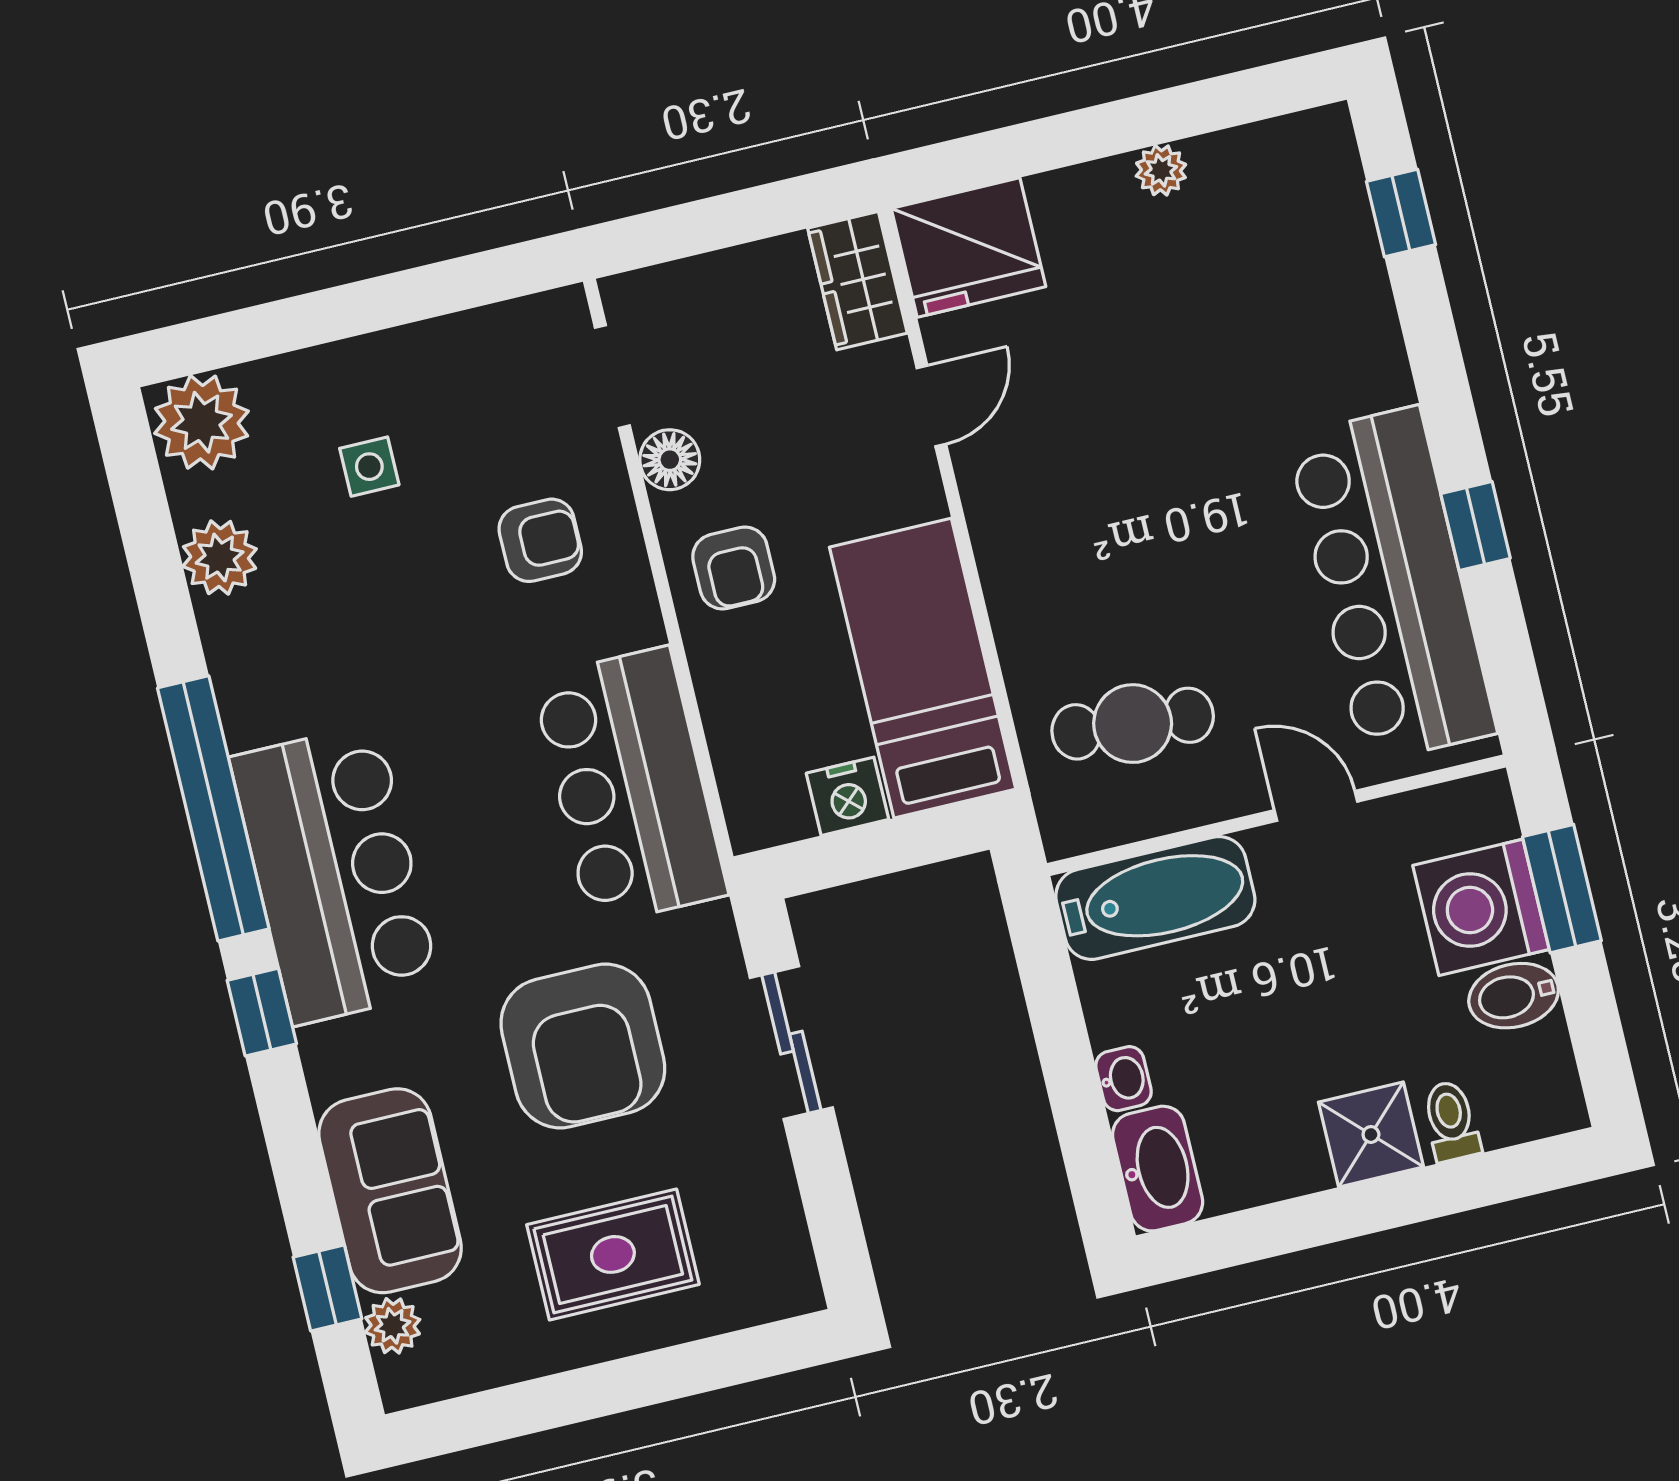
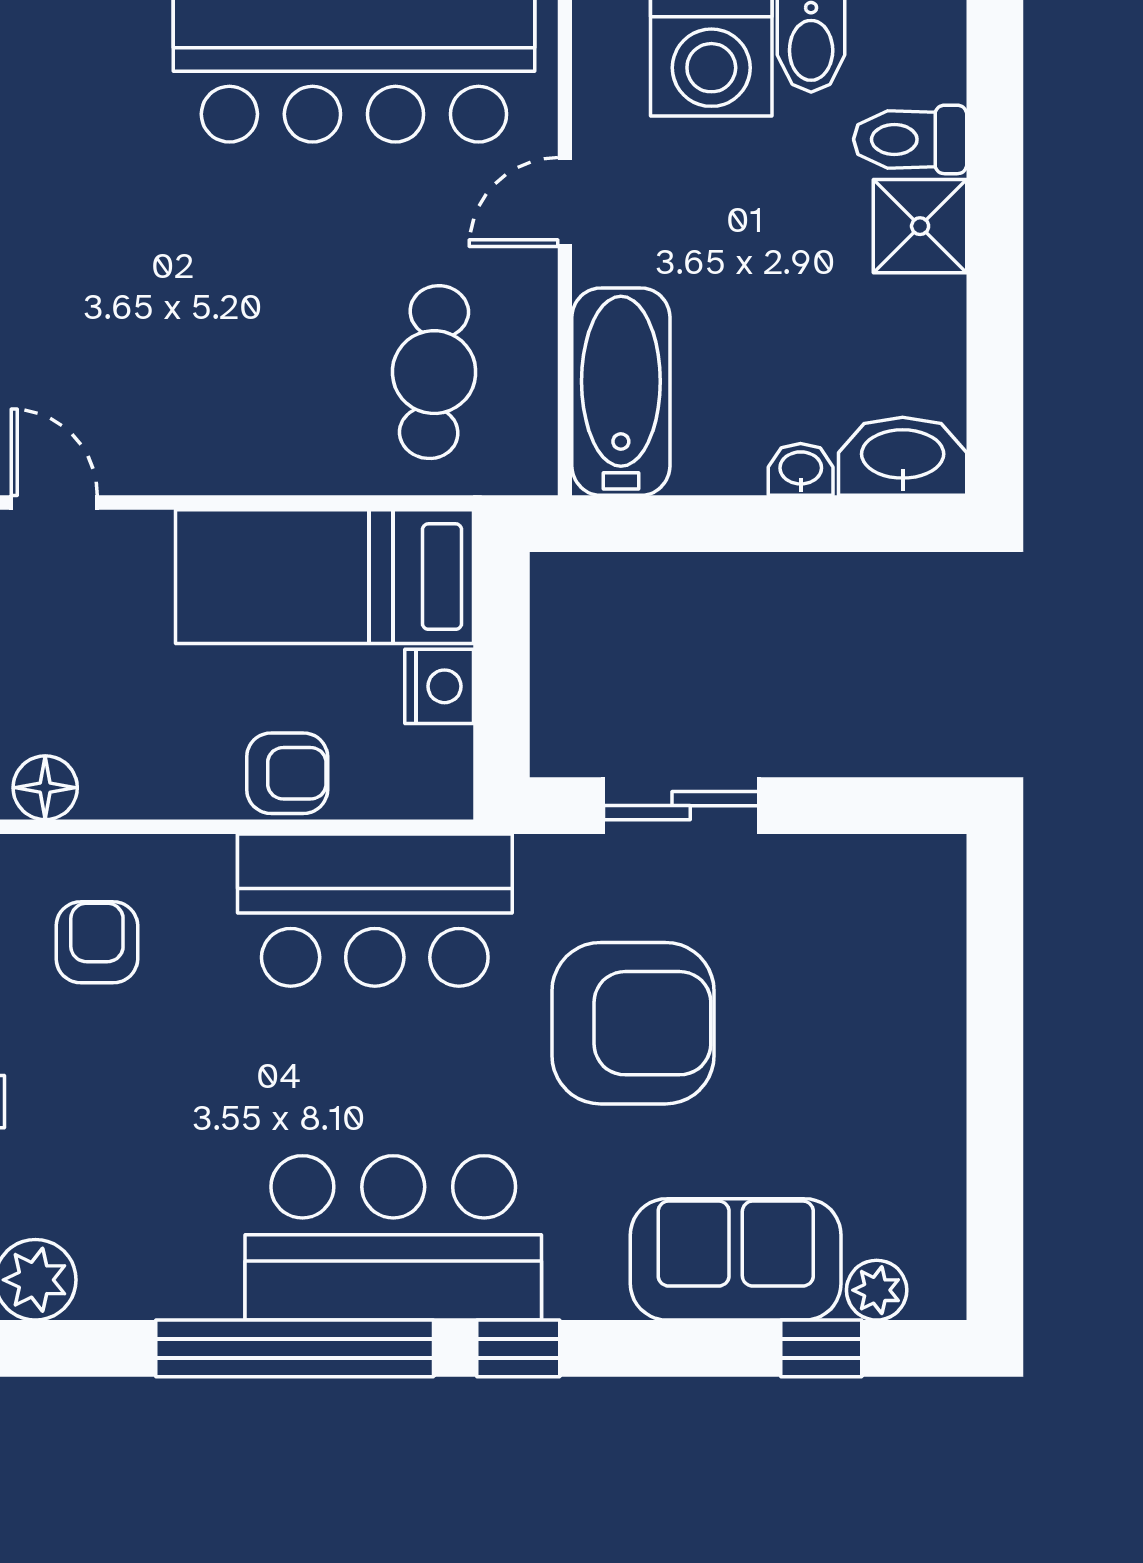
armchair: (734, 568) -> (287, 773), moved
toilet: (1451, 1121) -> (910, 139), width x1.37, depth x1.39
rug: (613, 1254) -> (857, 1044), removed

